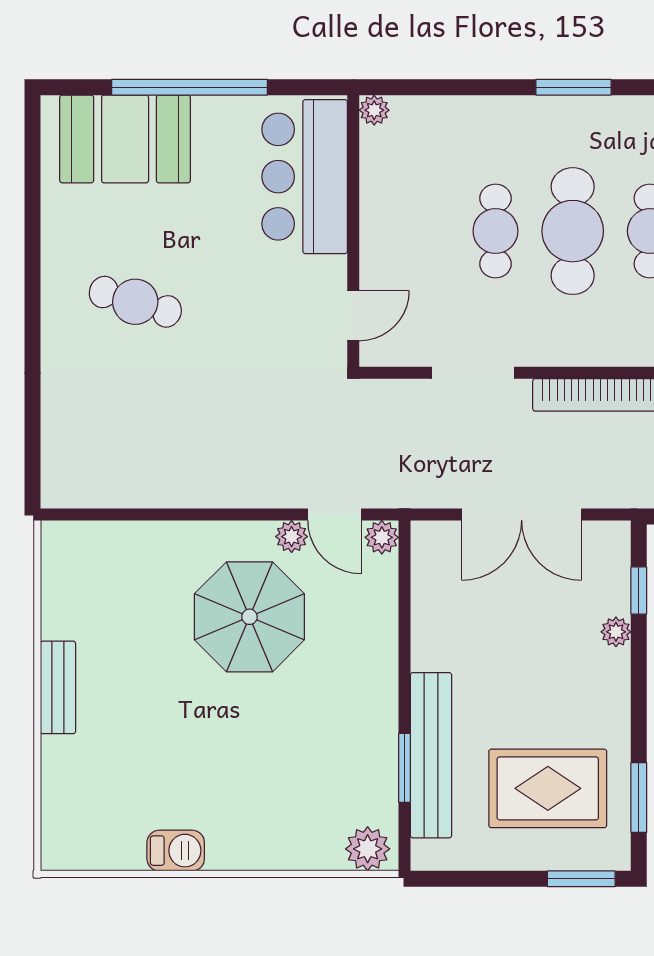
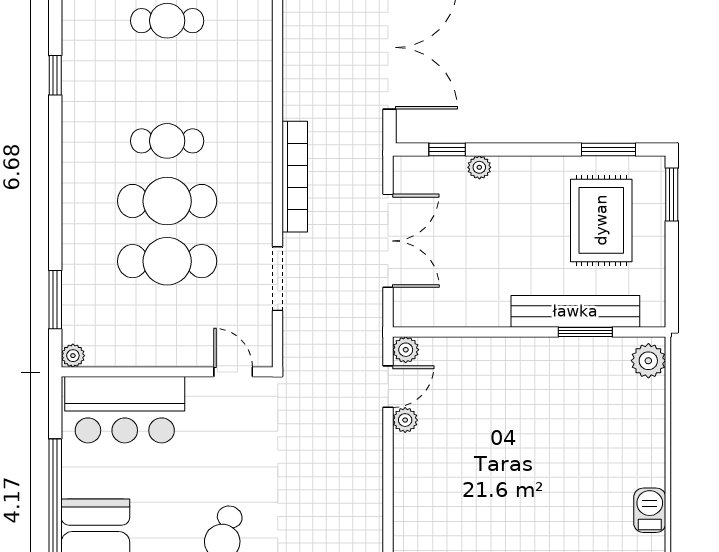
window: (574, 87) -> (55, 300), moved
cafe table: (495, 231) -> (167, 261), width x1.37, depth x1.35
parasol: (249, 617) -> (468, 453), removed

